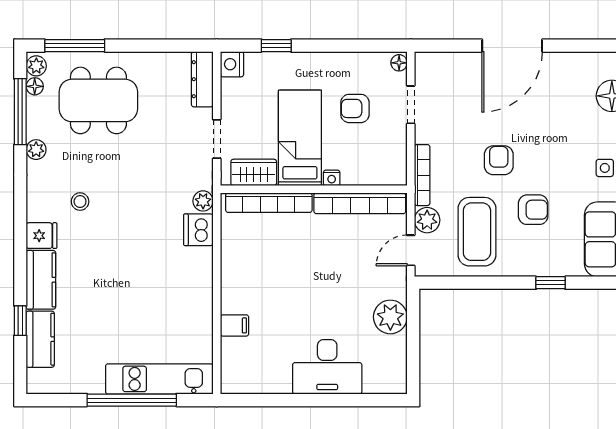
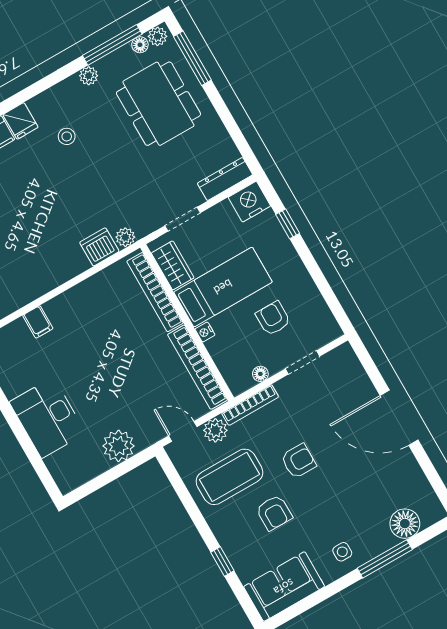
floor lamp: (399, 63) -> (260, 374), moved
nightstand: (232, 64) -> (249, 202), width x1.36, depth x1.33

